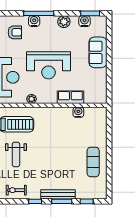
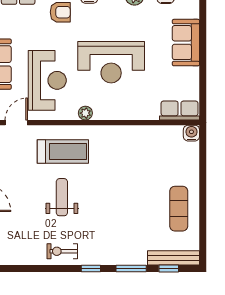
row of seats: (70, 97) -> (180, 111), moved
water cooler: (78, 112) -> (191, 133), moved
weight bench: (16, 154) -> (62, 197), turned 180
bench: (58, 194) -> (174, 258), moved

